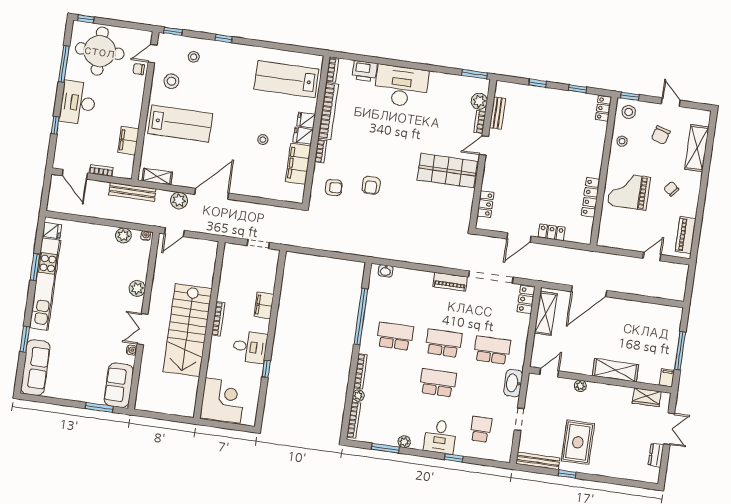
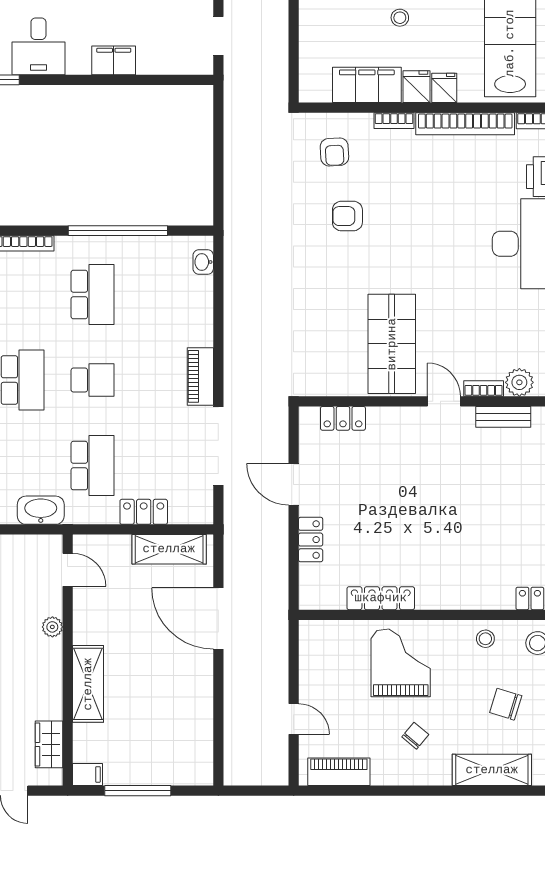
locker: (526, 299) -> (144, 512), moved
school desk: (444, 343) -> (93, 380), width x0.54

